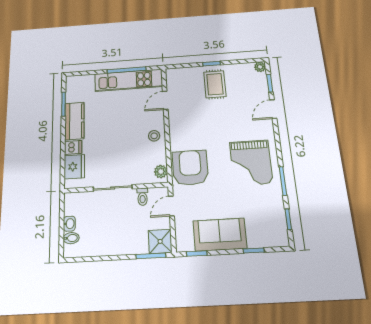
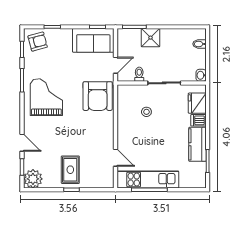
plant: (260, 67) -> (33, 179), width x1.88, depth x1.88
door: (165, 100) -> (115, 158), hinge flipped
door: (273, 109) -> (22, 143), hinge flipped
stool: (154, 136) -> (146, 112), moved
plant: (161, 172) -> (123, 94), removed
washbasin: (69, 224) -> (201, 75), moved
armchair: (270, 230) -> (38, 42), added
sofa: (220, 235) -> (93, 40), moved
shower: (160, 241) -> (150, 38), moved

